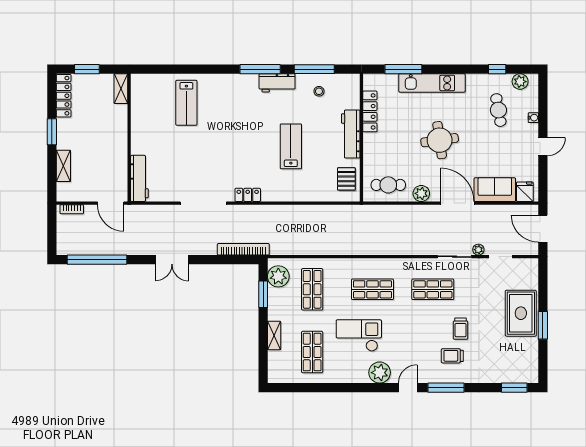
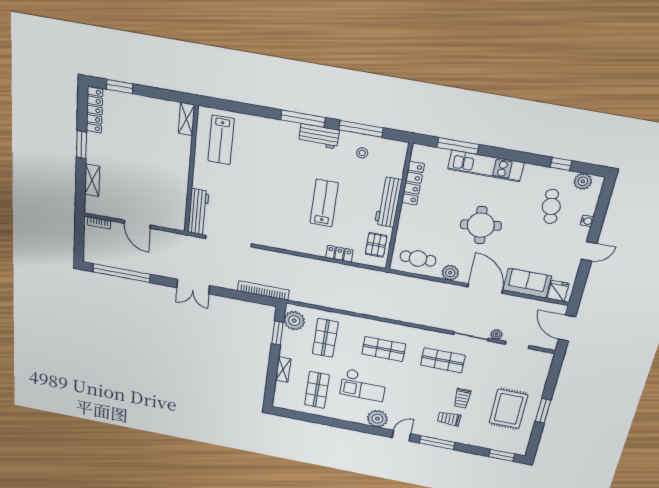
shelving: (121, 89) -> (187, 119), moved
wall: (129, 138) -> (191, 170), moved
workbench: (139, 178) -> (198, 212), moved
locker: (248, 195) -> (339, 254), moved
rug: (521, 313) -> (508, 409), moved
checkout: (359, 336) -> (363, 385), turned 180

